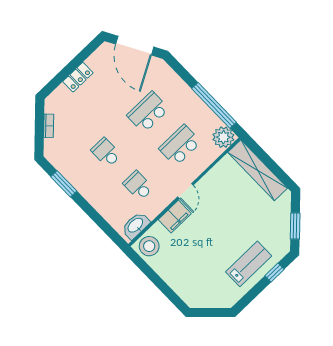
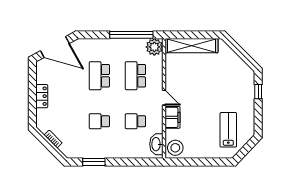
window: (295, 226) -> (243, 55), removed
lab bench: (249, 264) -> (228, 130), moved

